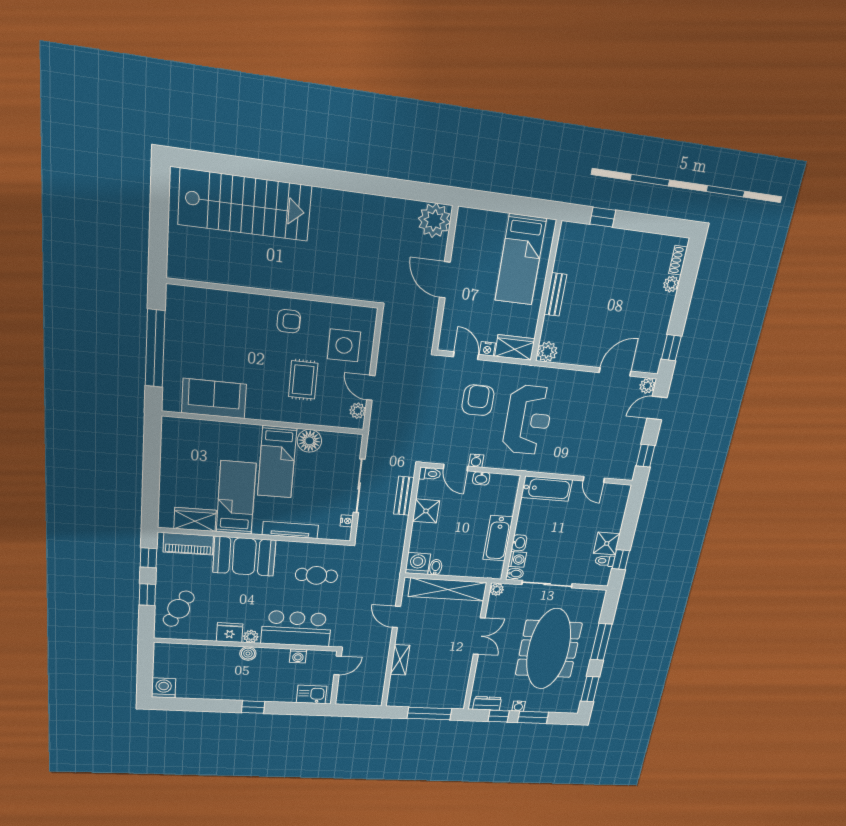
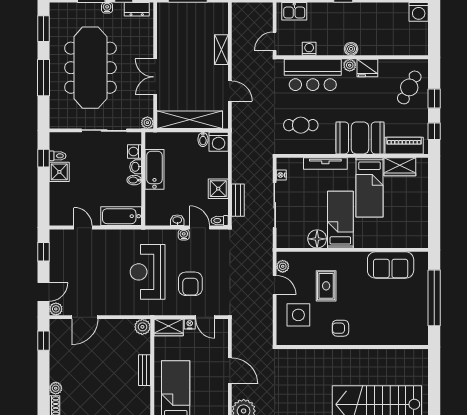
bidet: (515, 573) -> (134, 180), moved

